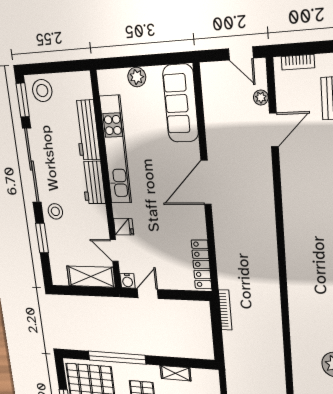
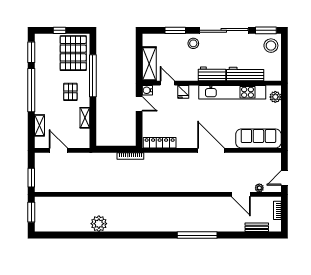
plant: (137, 77) -> (275, 97), moved
door: (114, 251) -> (167, 83), hinge flipped

